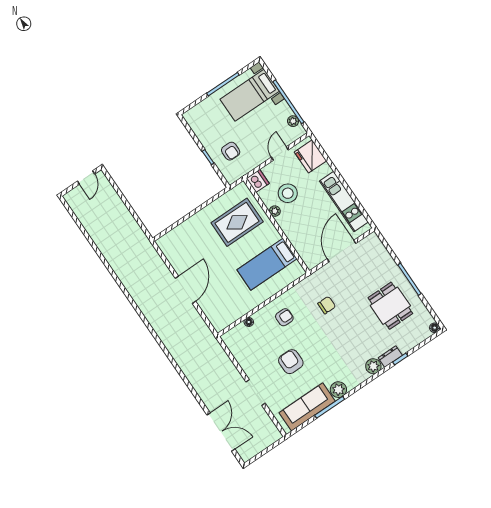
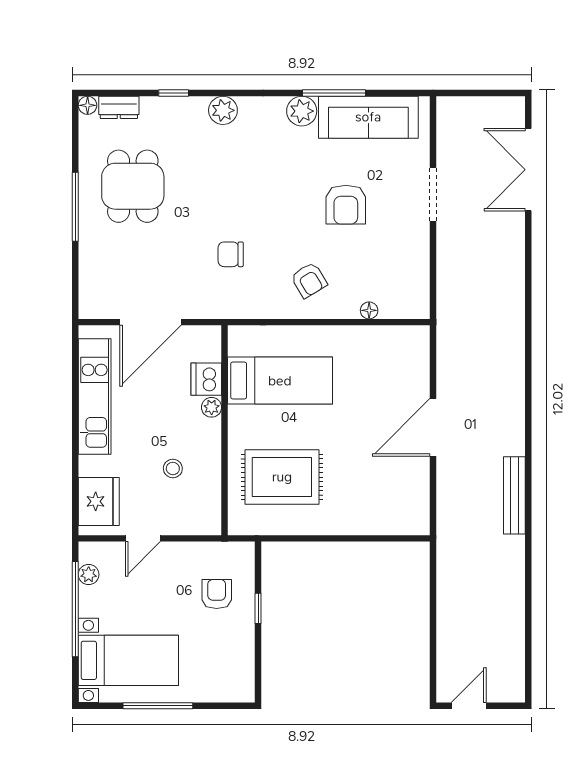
dishwasher: (258, 181) -> (206, 379), moved
stool: (288, 193) -> (173, 468), width x0.53, depth x0.53
plant: (275, 211) -> (212, 407), moved
bench: (129, 284) -> (514, 495), added
armchair: (284, 317) -> (309, 280), turned -121
dresser: (390, 357) -> (119, 107), moved

